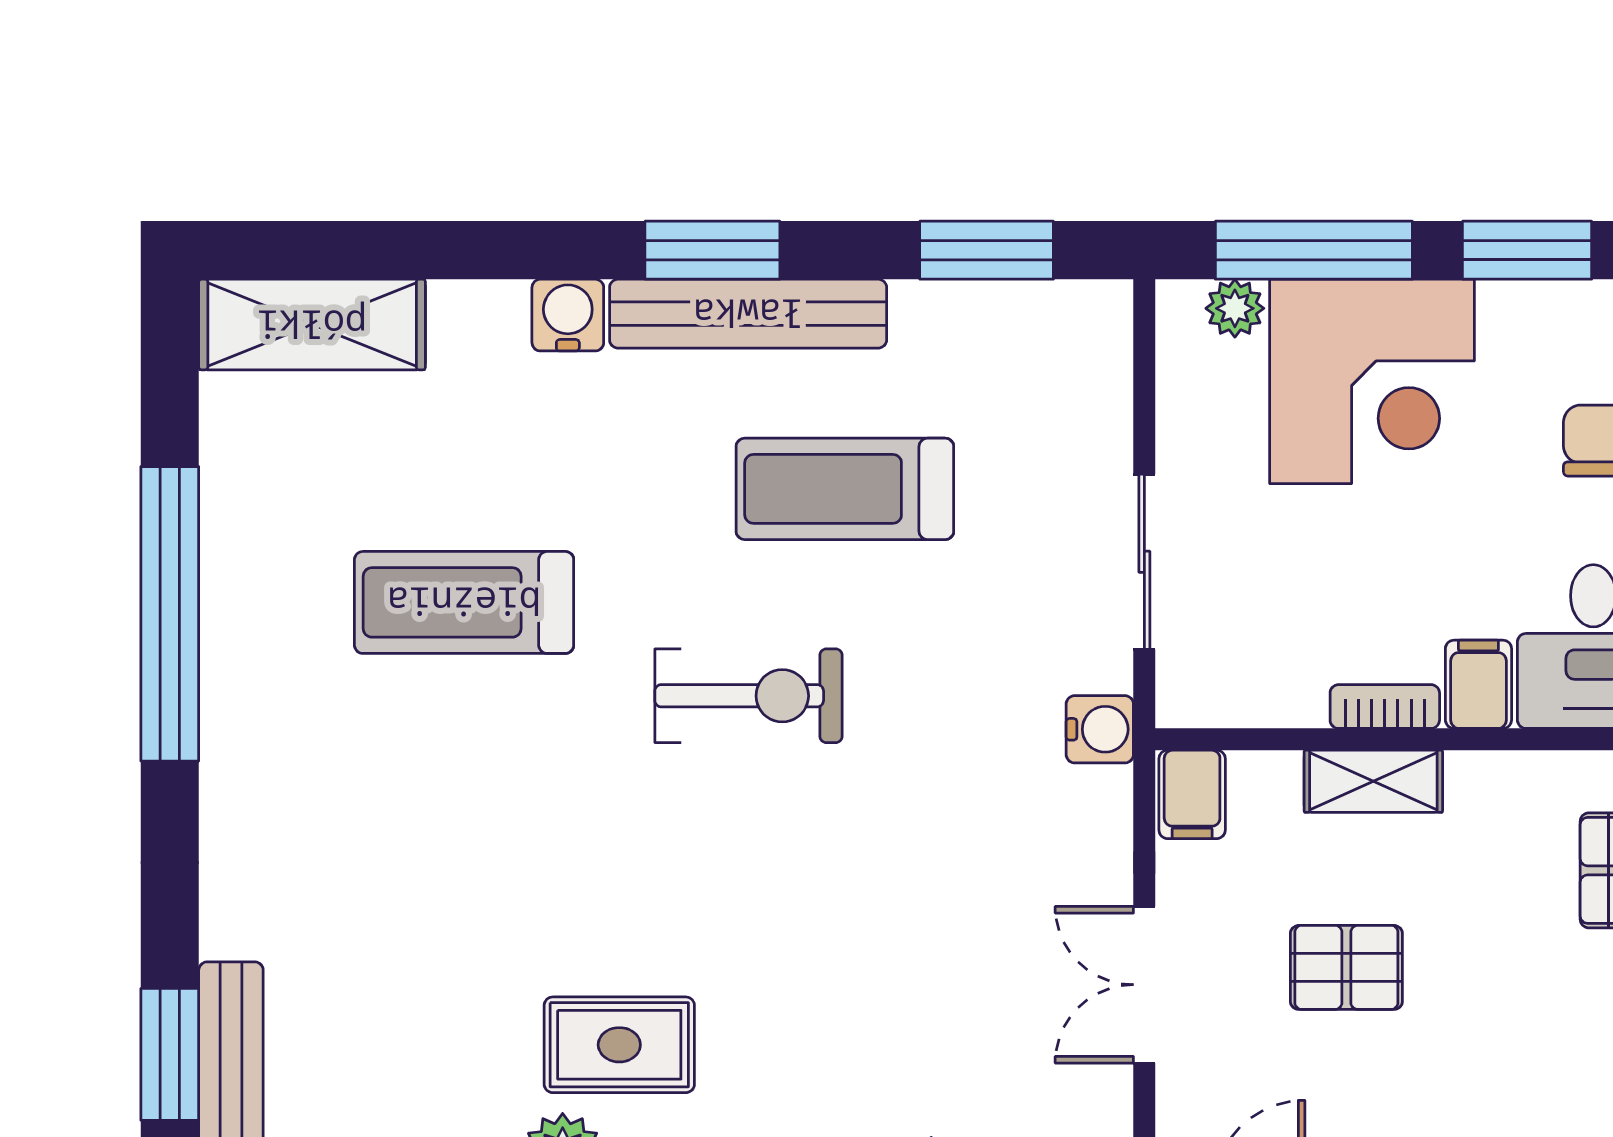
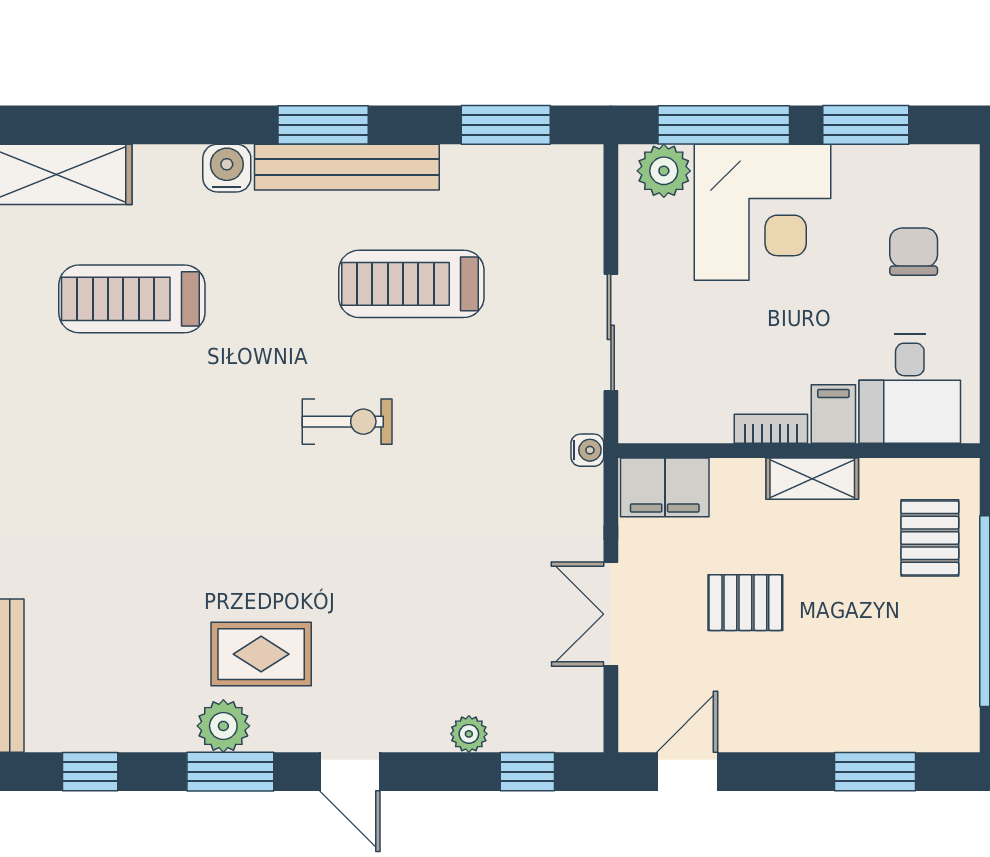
plant: (1235, 308) -> (664, 171), width x1.38, depth x1.38
treadmill: (464, 602) -> (132, 299), moved
exercise bike: (749, 696) -> (347, 422), width x0.73, depth x0.72
water cooler: (1100, 729) -> (587, 450), width x0.72, depth x0.72
shelving: (1373, 781) -> (812, 479), moved
filing cabinet: (1192, 794) -> (665, 487), width x2.00

